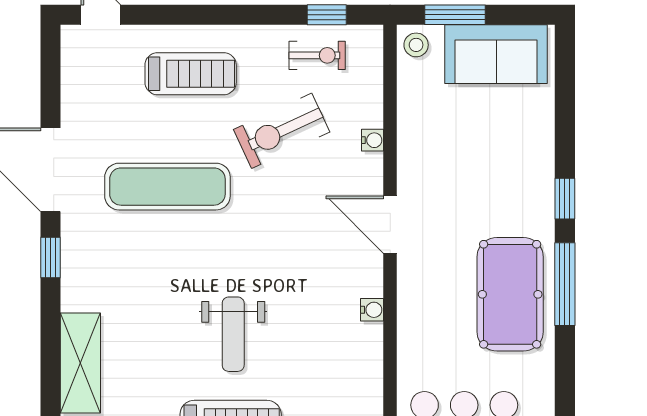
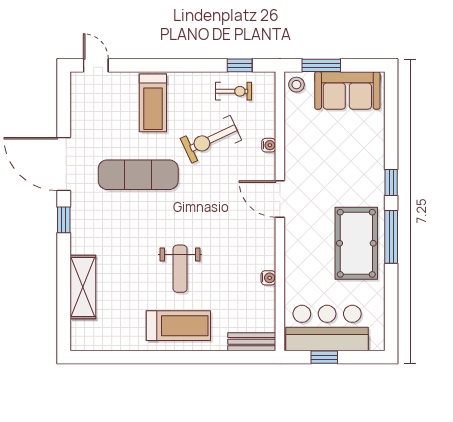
treadmill: (191, 74) -> (153, 103), turned 90
water cooler: (372, 310) -> (268, 278), moved

